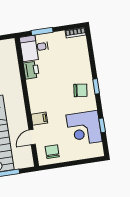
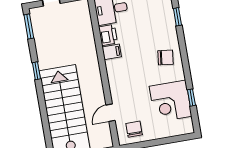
window: (96, 86) -> (177, 17), moved
filing cabinet: (39, 119) -> (112, 52), moved

